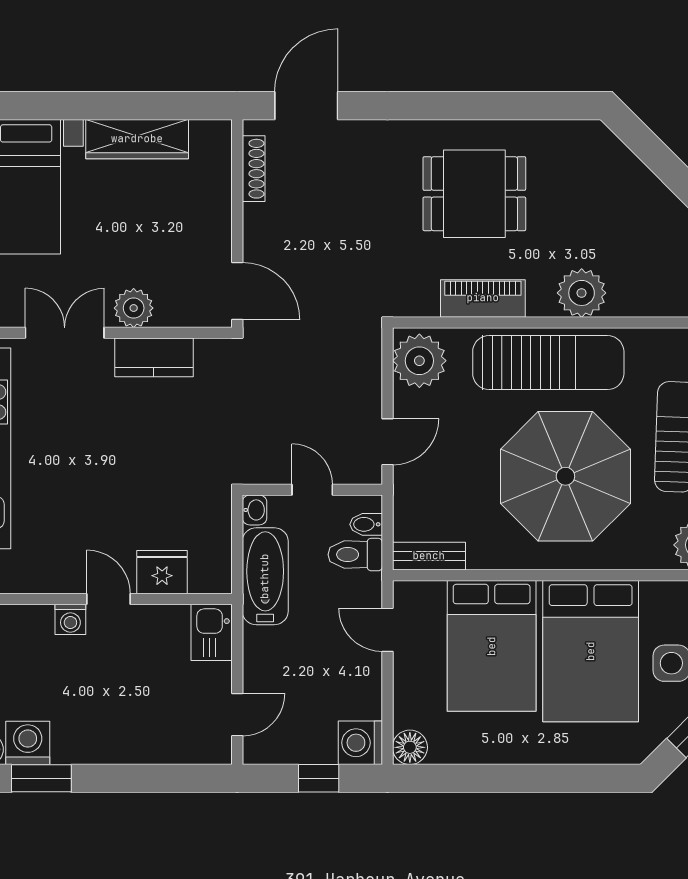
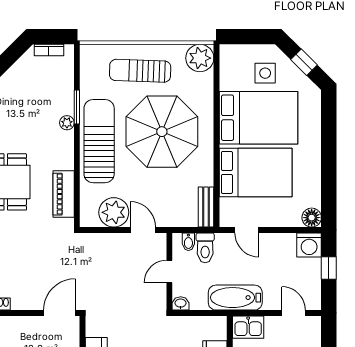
plant: (582, 293) -> (67, 123), width x0.53, depth x0.53
piano: (483, 298) -> (64, 194), moved
window: (610, 322) -> (77, 107), added
plant: (419, 361) -> (114, 212), moved
bathtub: (265, 576) -> (235, 298), moved
door: (387, 630) -> (247, 230), hinge flipped

